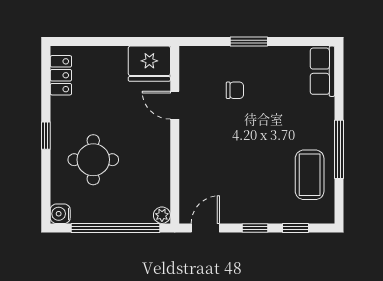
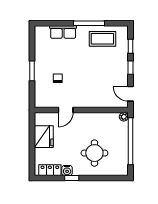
fridge: (149, 64) -> (44, 137), moved
row of seats: (323, 71) -> (63, 32), moved
window: (46, 136) -> (72, 178), moved
water cooler: (60, 214) -> (67, 170), moved

